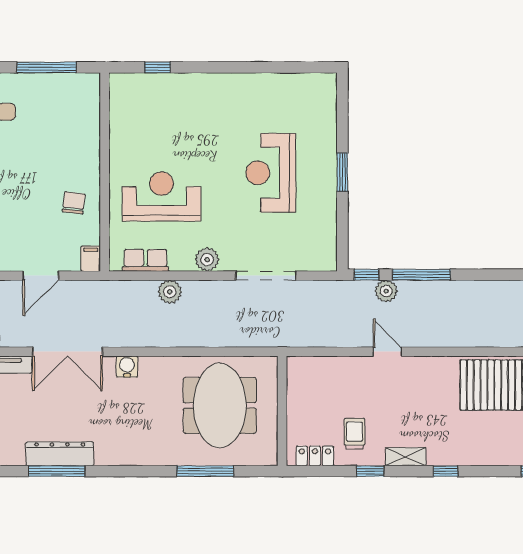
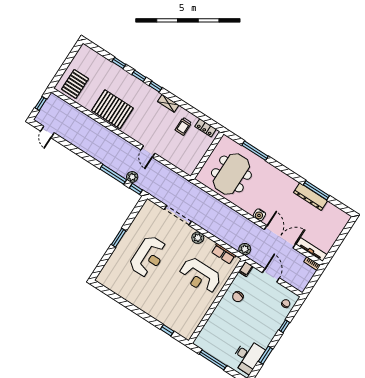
door: (41, 276) -> (271, 275), hinge flipped
plant: (170, 292) -> (245, 249), moved
window: (370, 471) -> (139, 76), moved

